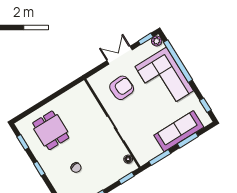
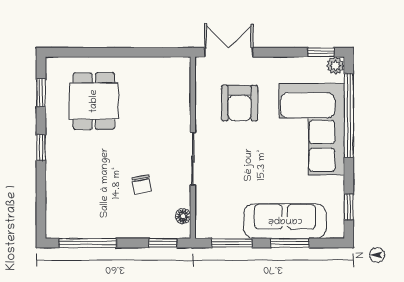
double door: (120, 55) -> (229, 52), moved
armchair: (122, 88) -> (240, 103), turned 94
chair: (76, 168) -> (142, 184), moved

